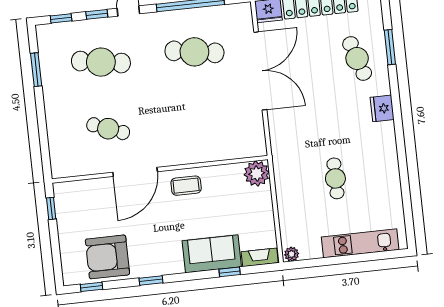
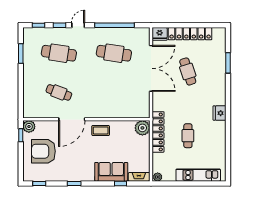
cafe table: (357, 58) -> (188, 71), moved
fridge: (382, 108) -> (220, 113), moved
locker: (284, 178) -> (158, 132), added
plant: (64, 192) -> (29, 127), added
armchair: (107, 257) -> (43, 151), moved

